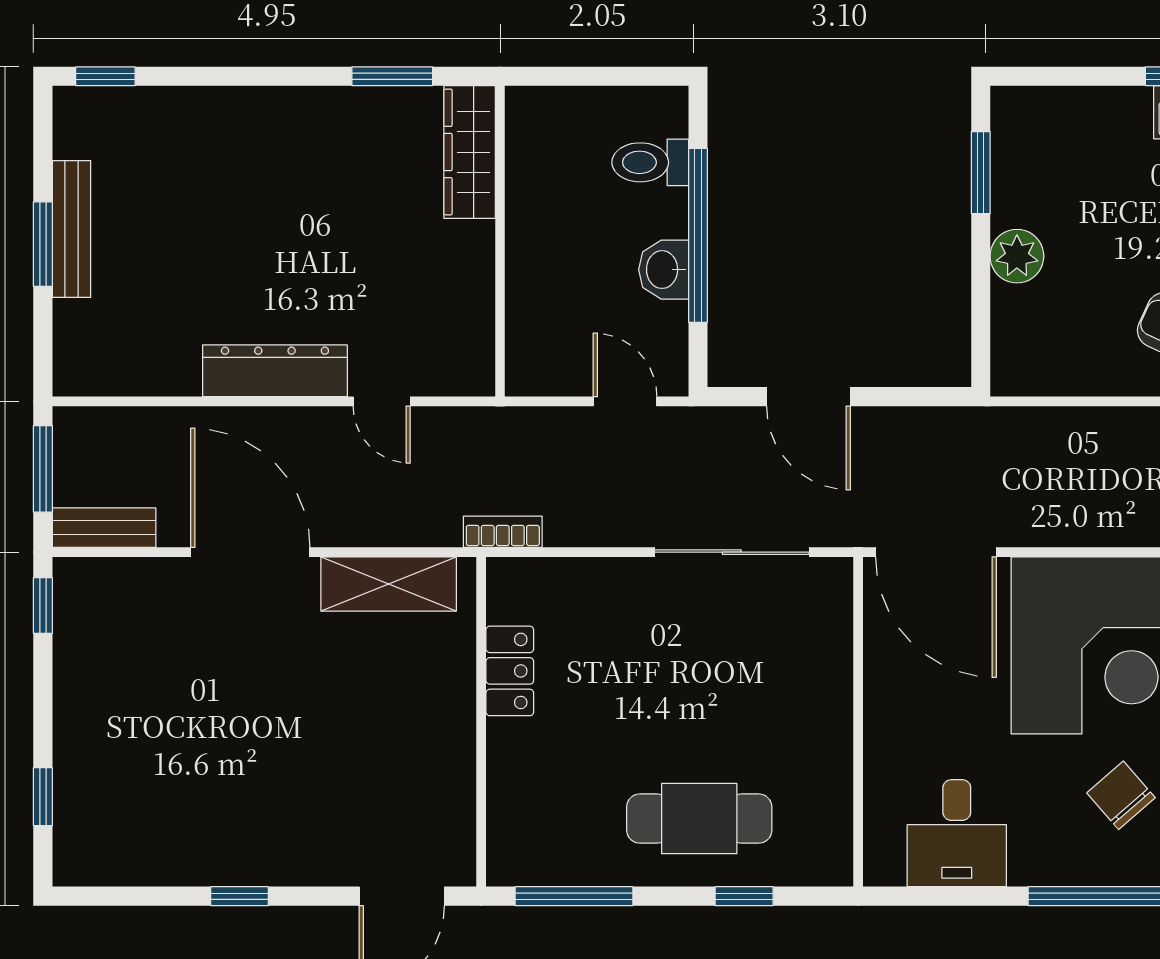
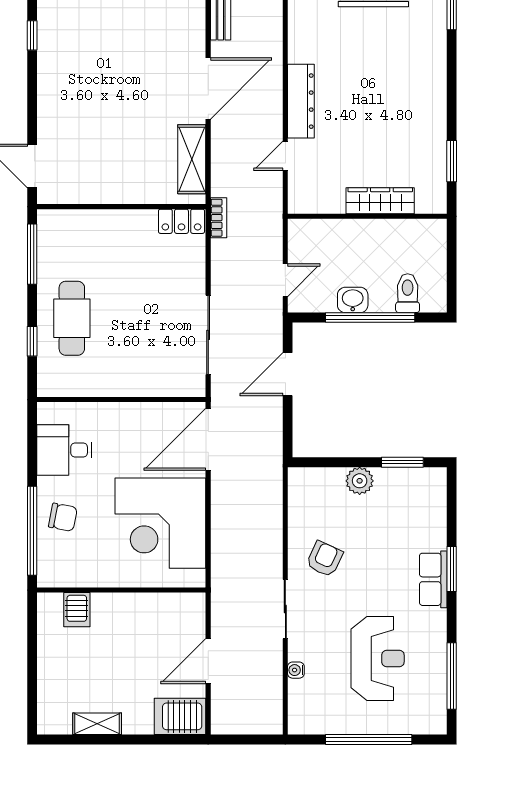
wardrobe: (470, 152) -> (380, 201), moved
locker: (510, 671) -> (181, 221), moved
chair: (1121, 795) -> (63, 517), moved, turned 52
window: (240, 896) -> (32, 35), moved

